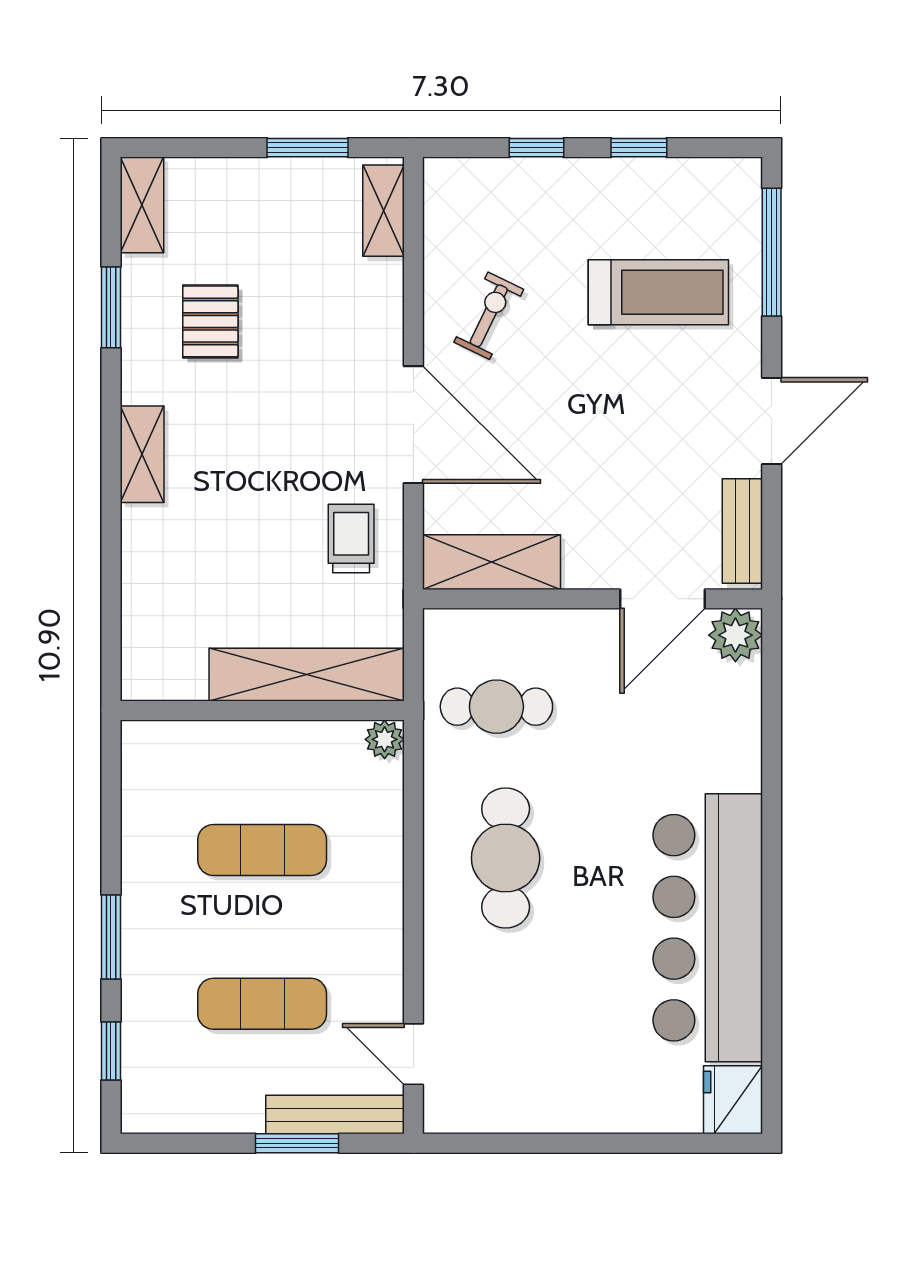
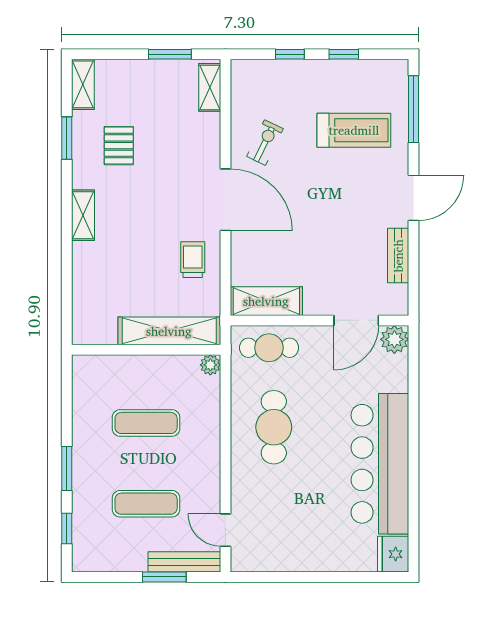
shelving: (491, 562) -> (266, 301), moved
wall: (593, 599) -> (319, 320), moved
door: (663, 599) -> (356, 320), moved
plant: (735, 635) -> (394, 339), moved

